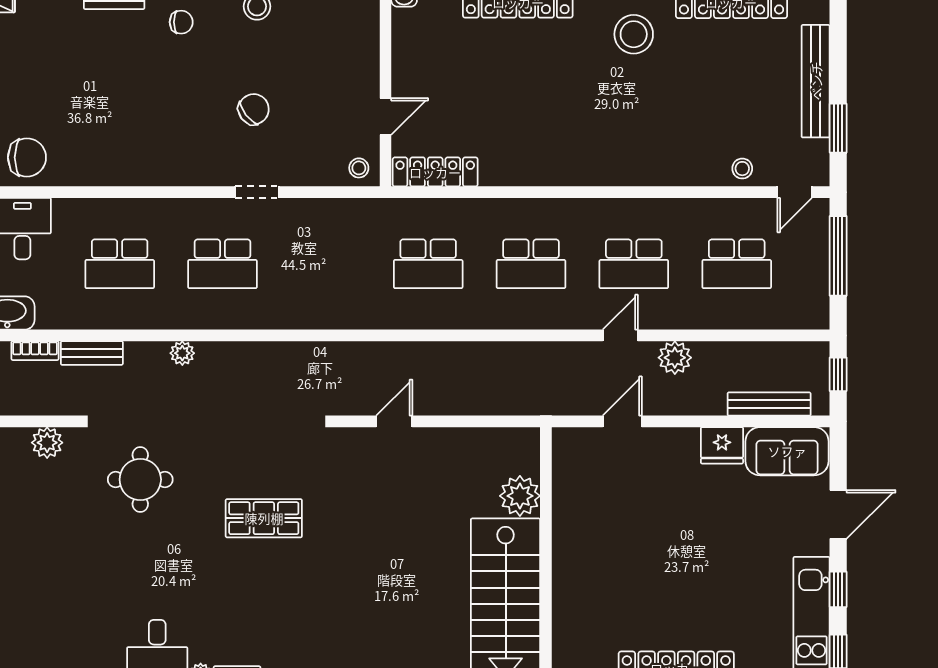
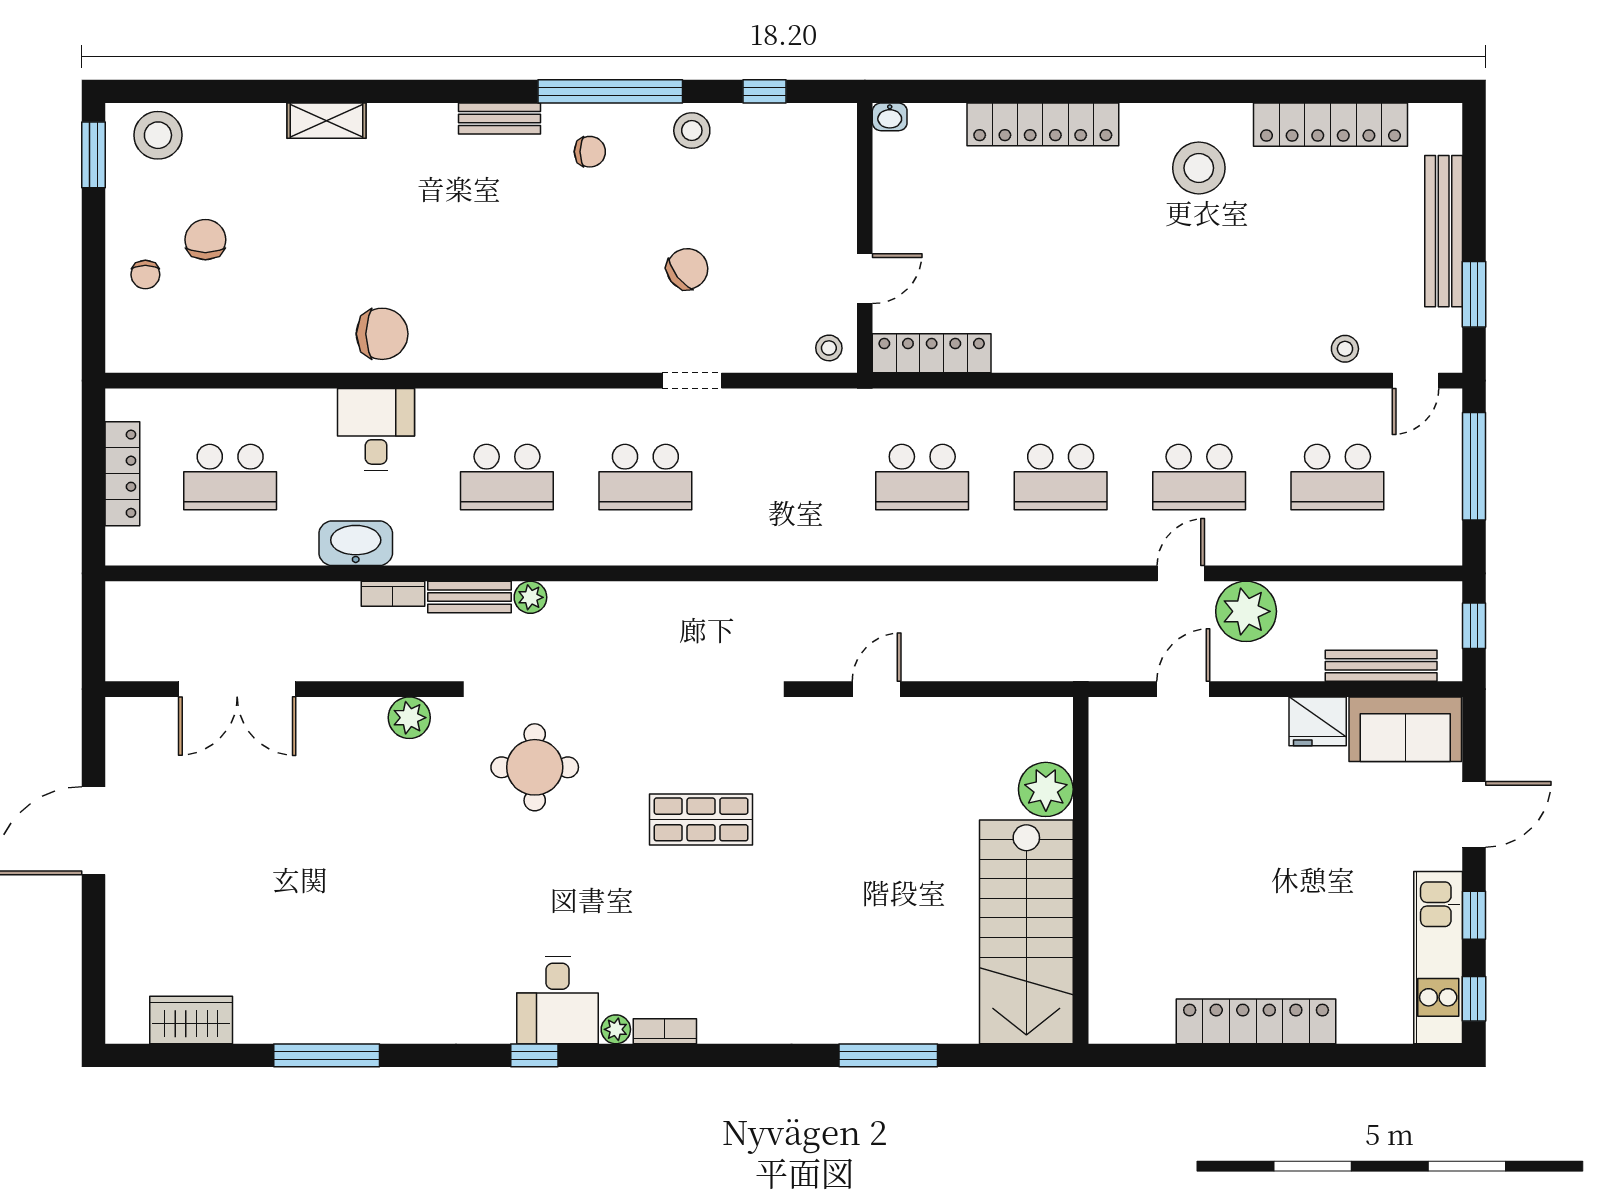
plant: (182, 353) -> (530, 597), moved
plant: (675, 358) -> (1246, 611), width x1.36, depth x1.36

